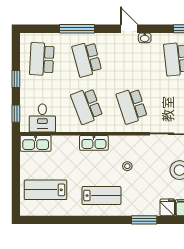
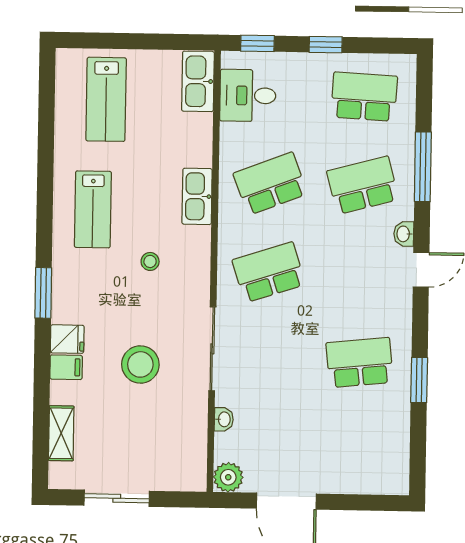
washbasin: (145, 38) -> (404, 234), moved
lab bench: (46, 190) -> (106, 99), turned 180

